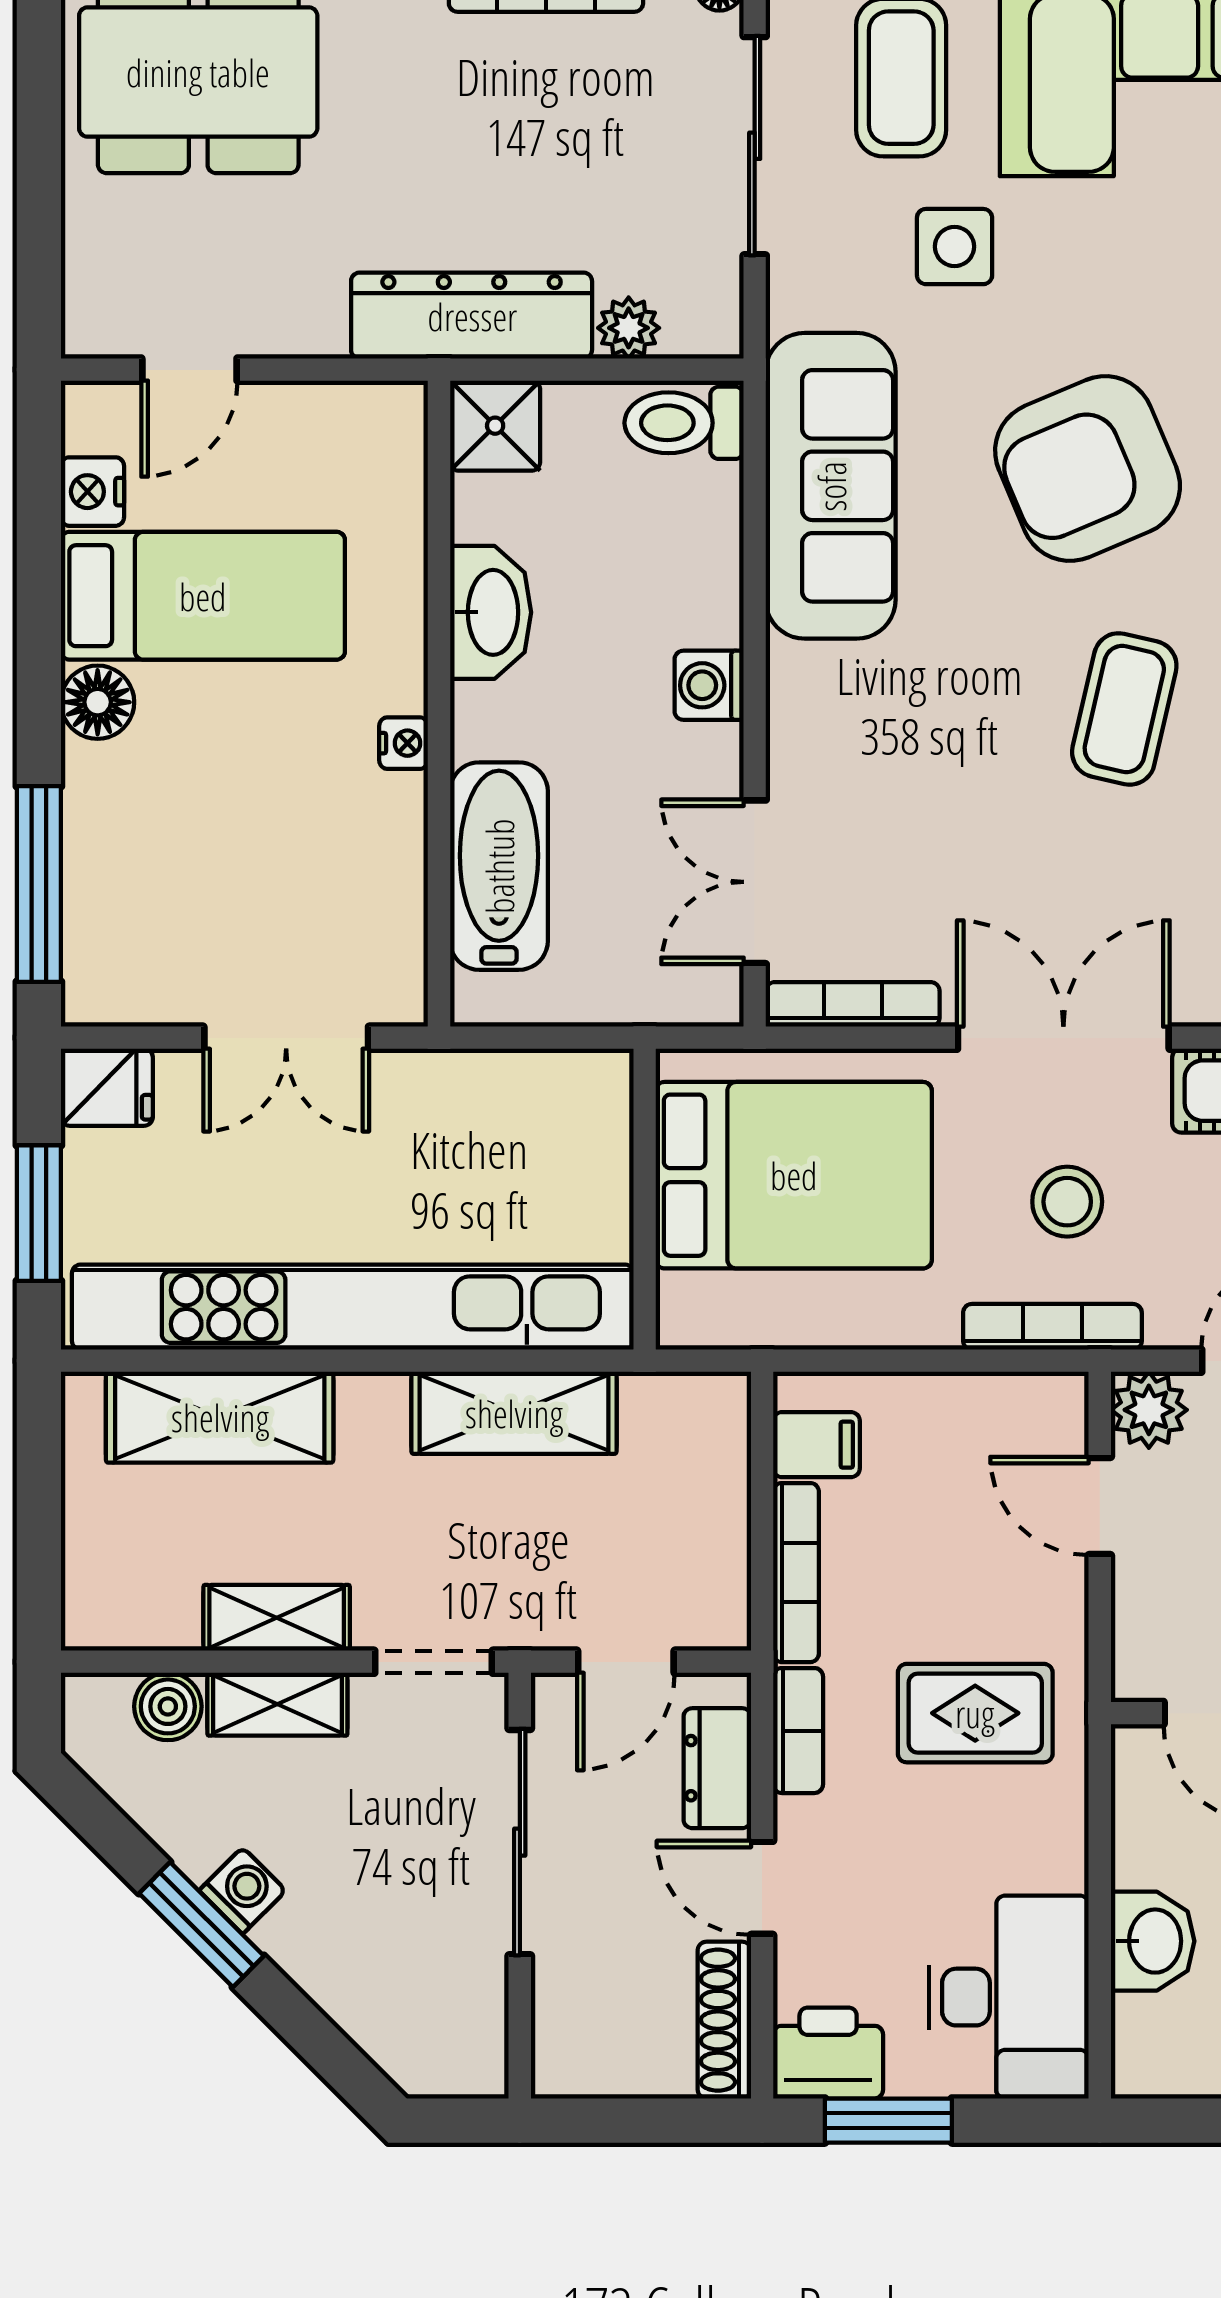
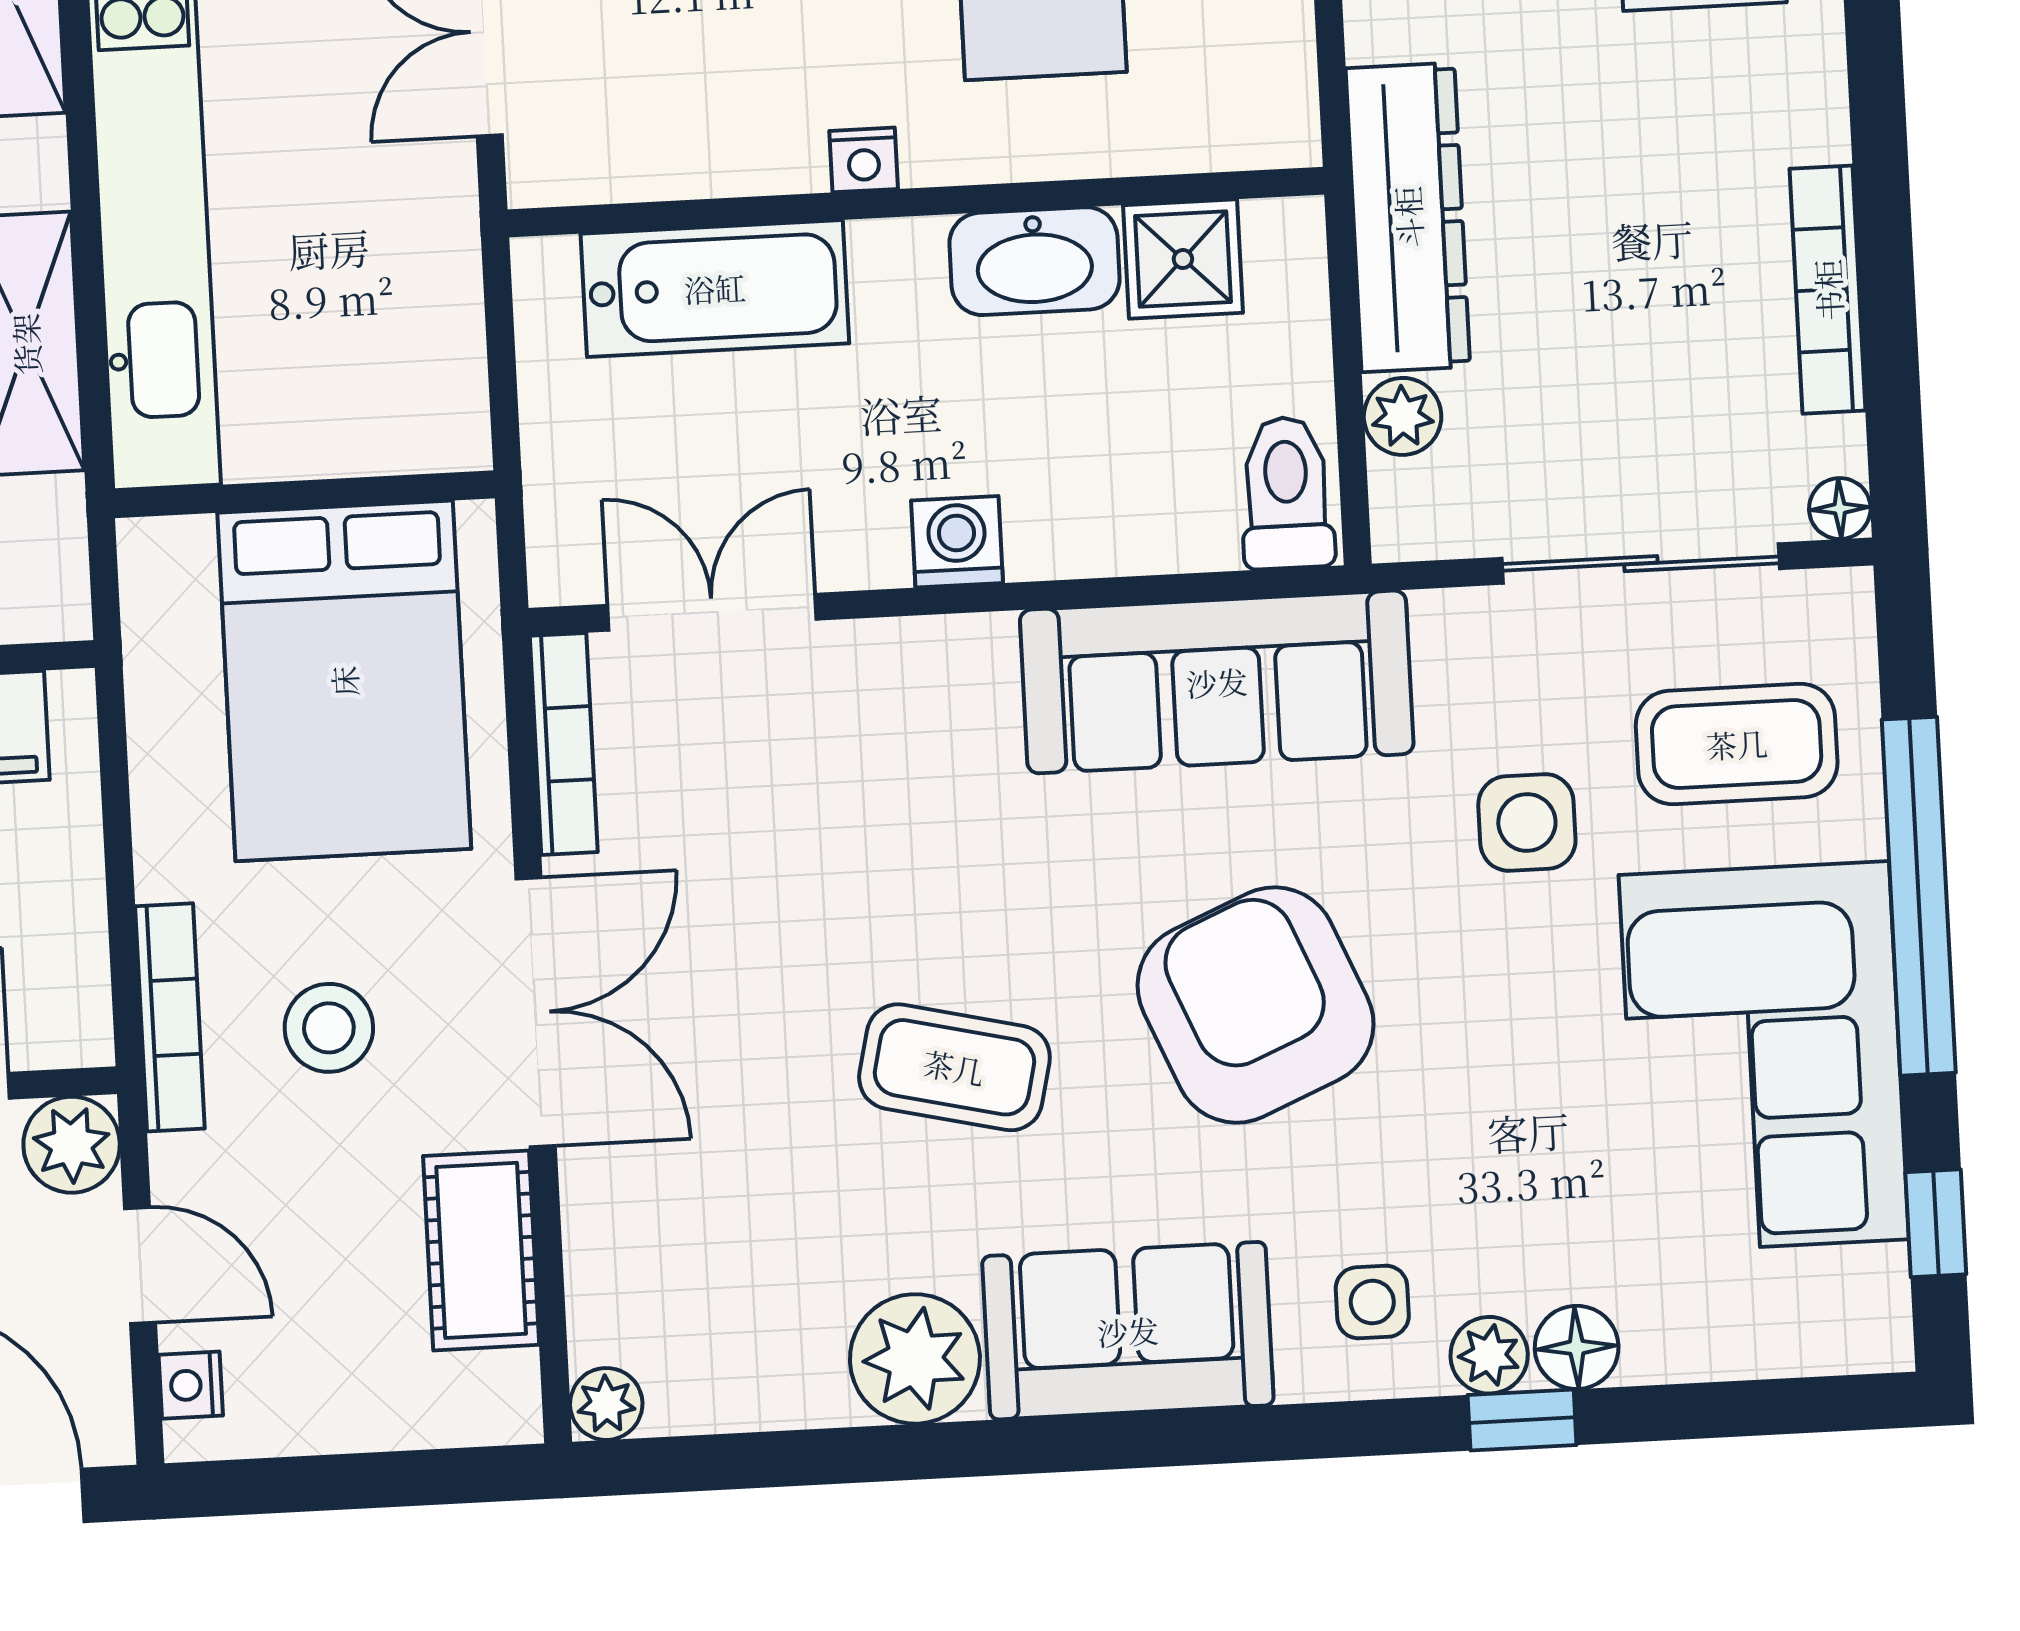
shower: (495, 426) -> (1183, 259), moved

